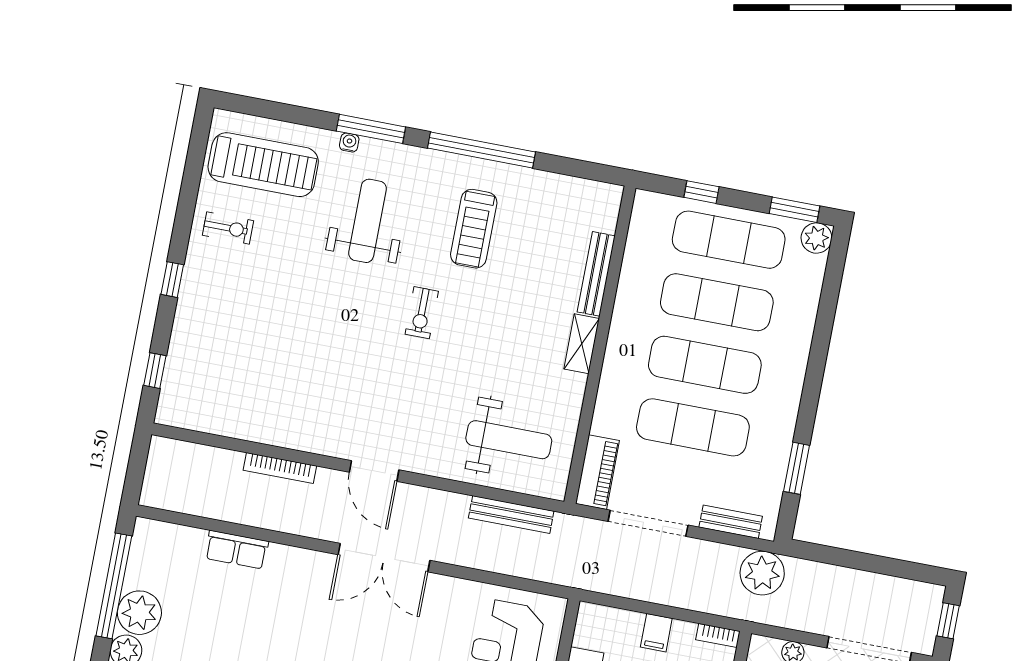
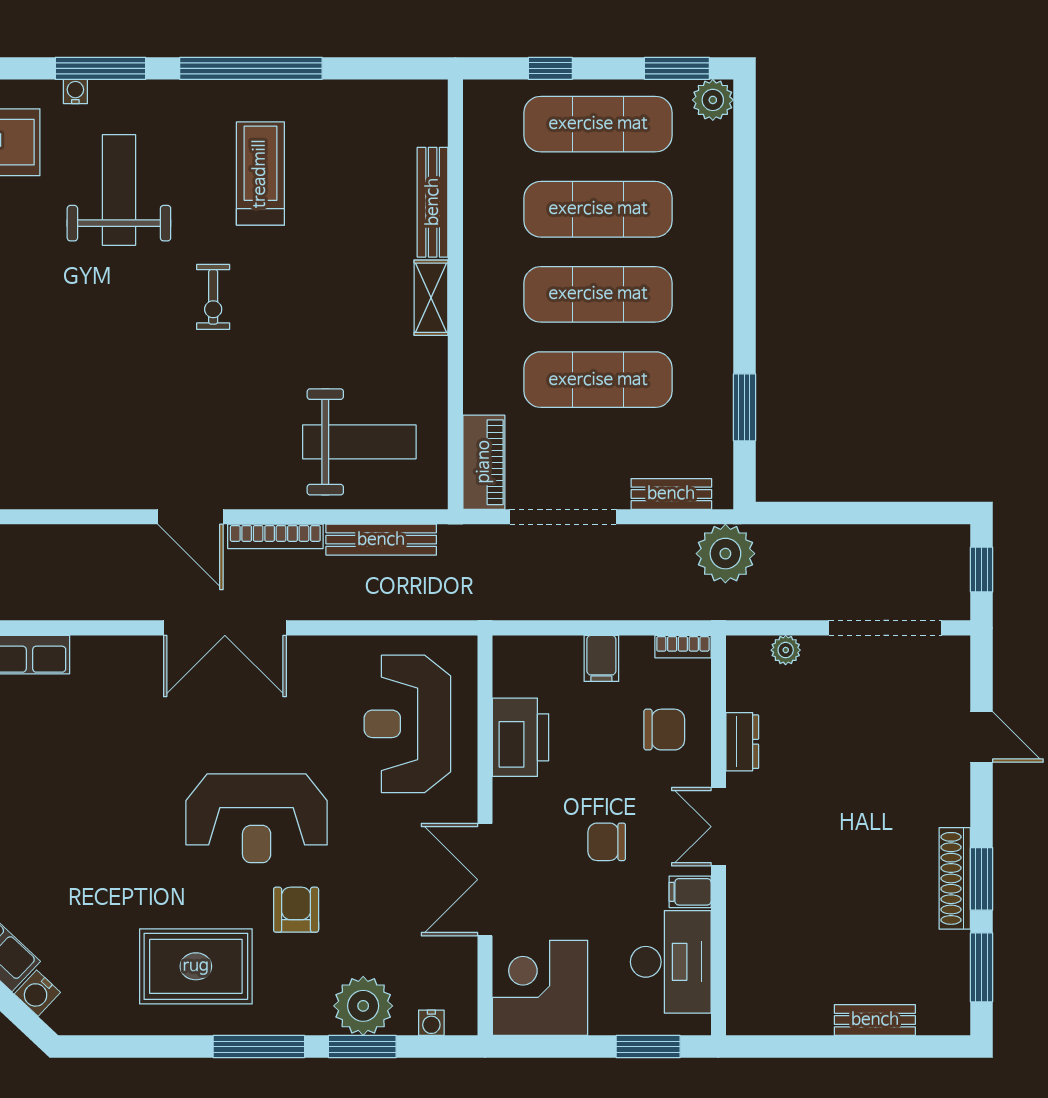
treadmill: (474, 229) -> (260, 174), turned 180
bookcase: (280, 468) -> (275, 536), moved

